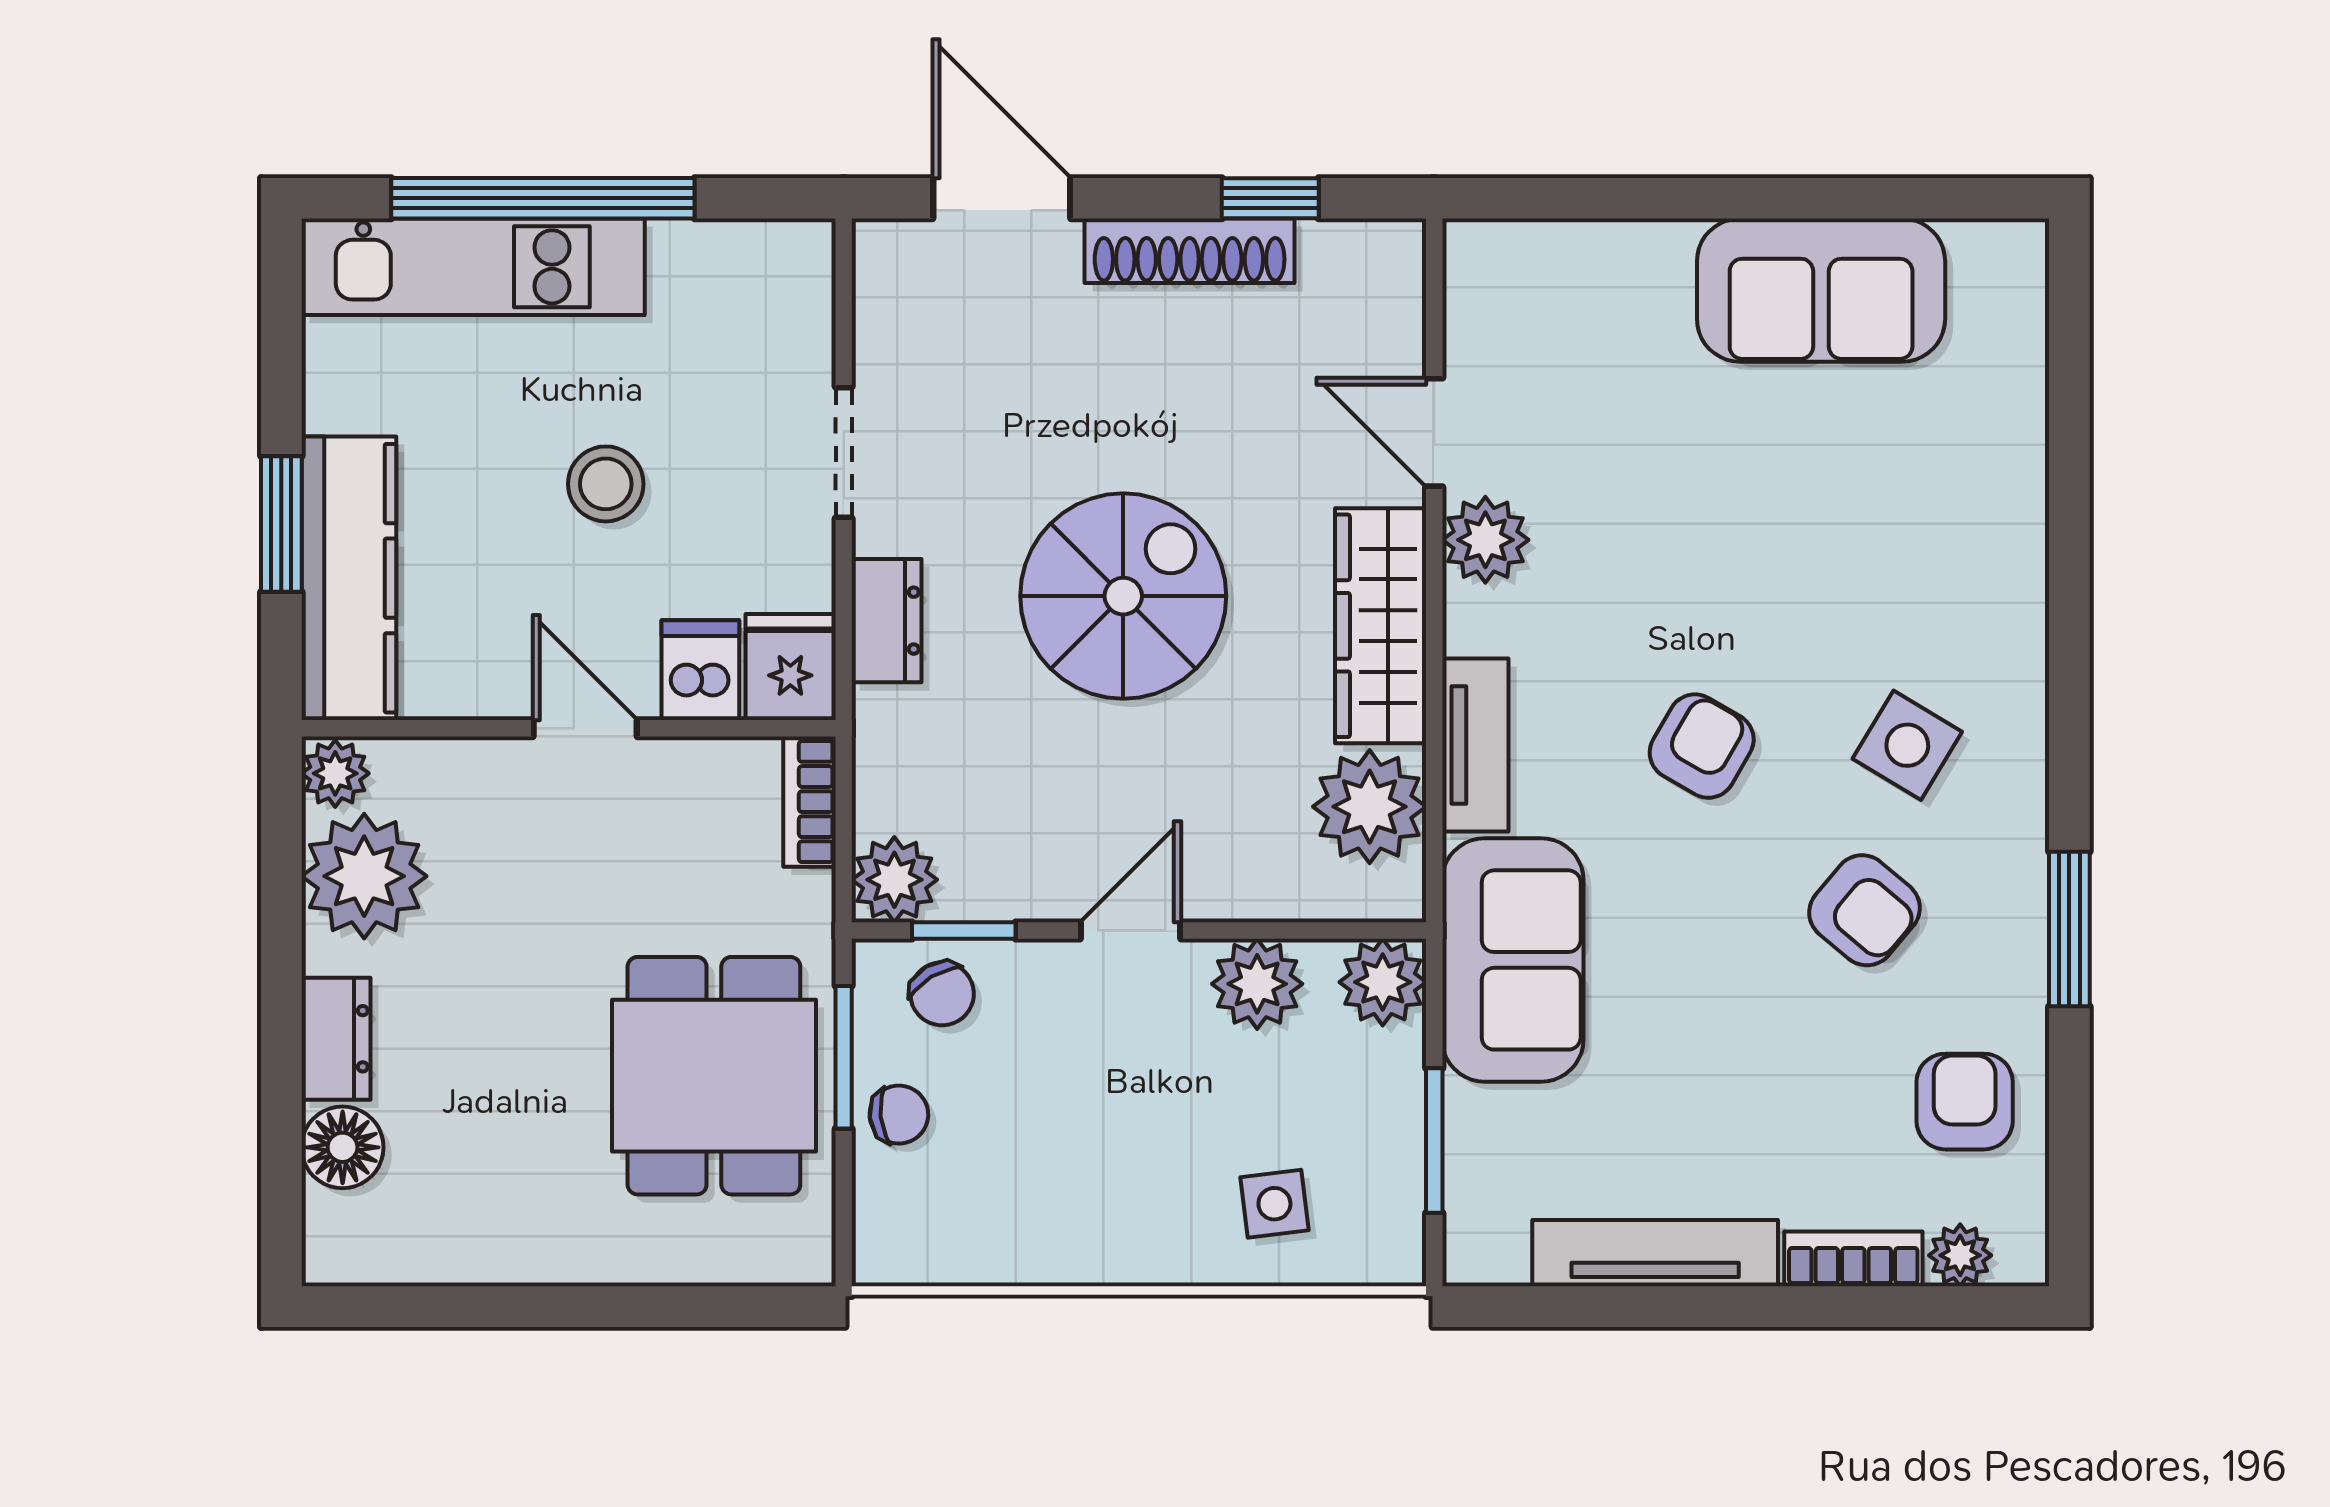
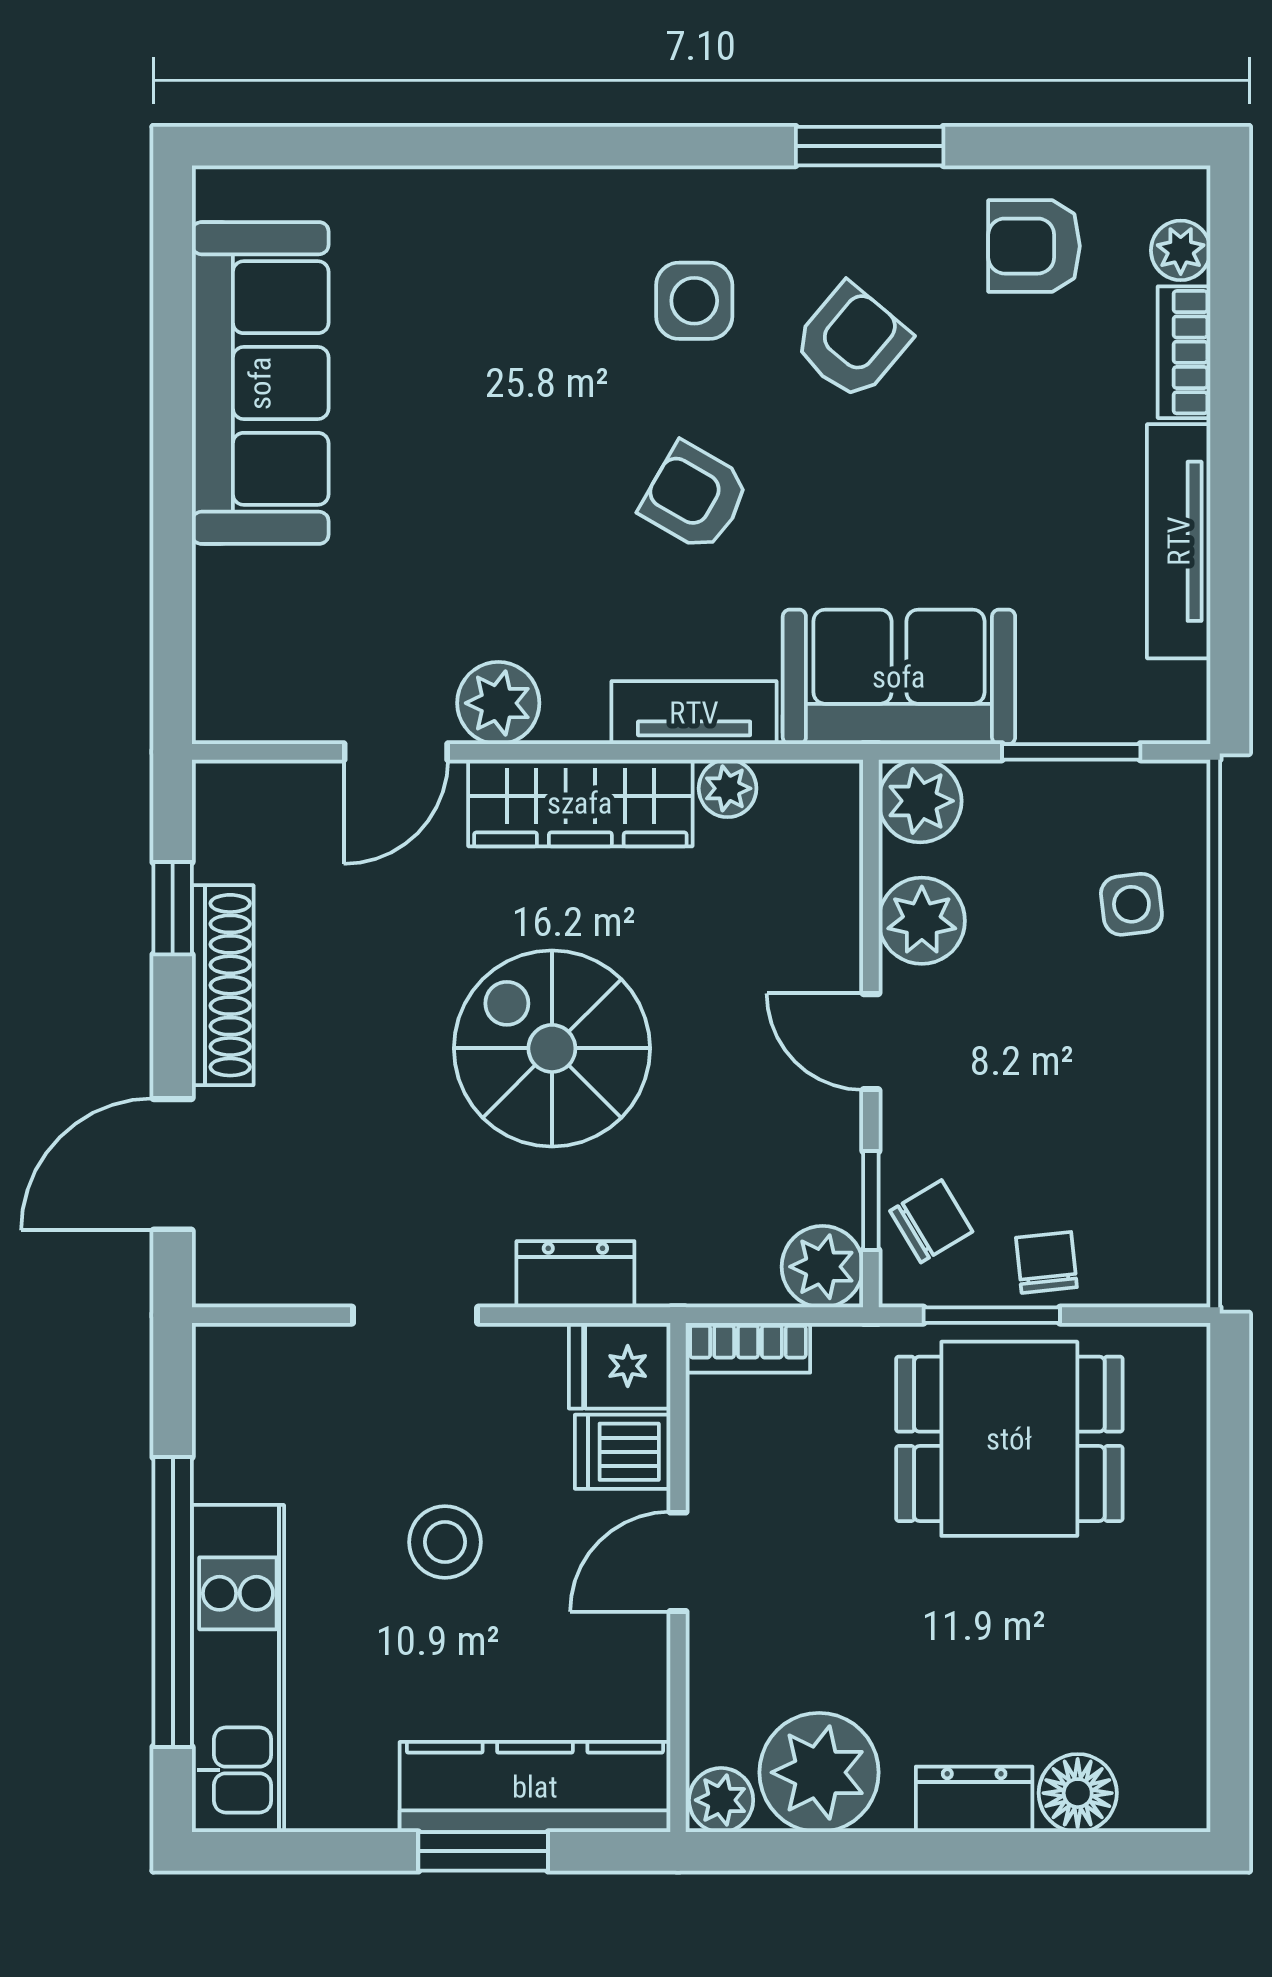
sofa: (1821, 290) -> (260, 383), width x1.36
side table: (1907, 745) -> (694, 301), turned -31
plant: (1370, 807) -> (728, 788), width x0.53, depth x0.53

